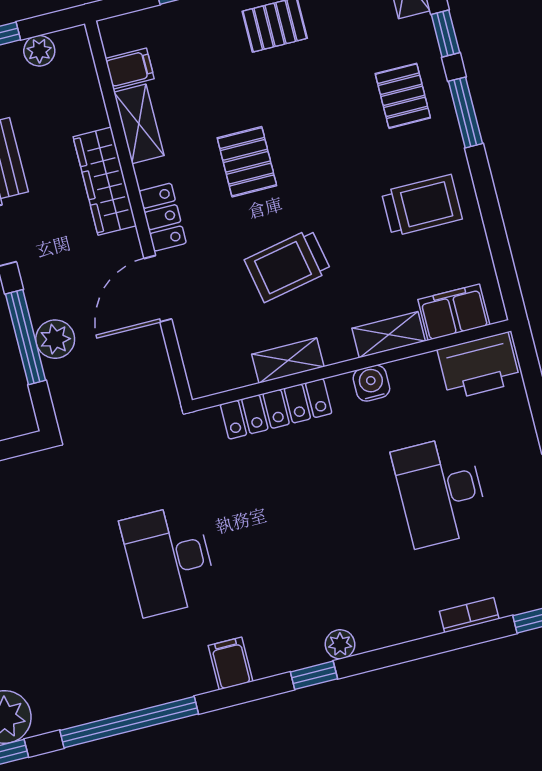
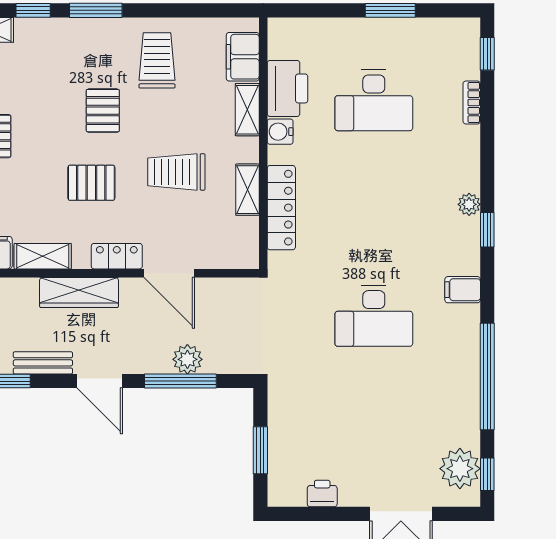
pallet: (403, 96) -> (103, 111), moved, turned 90
trolley: (288, 265) -> (176, 172), turned 101
printer: (479, 366) -> (288, 88), moved

